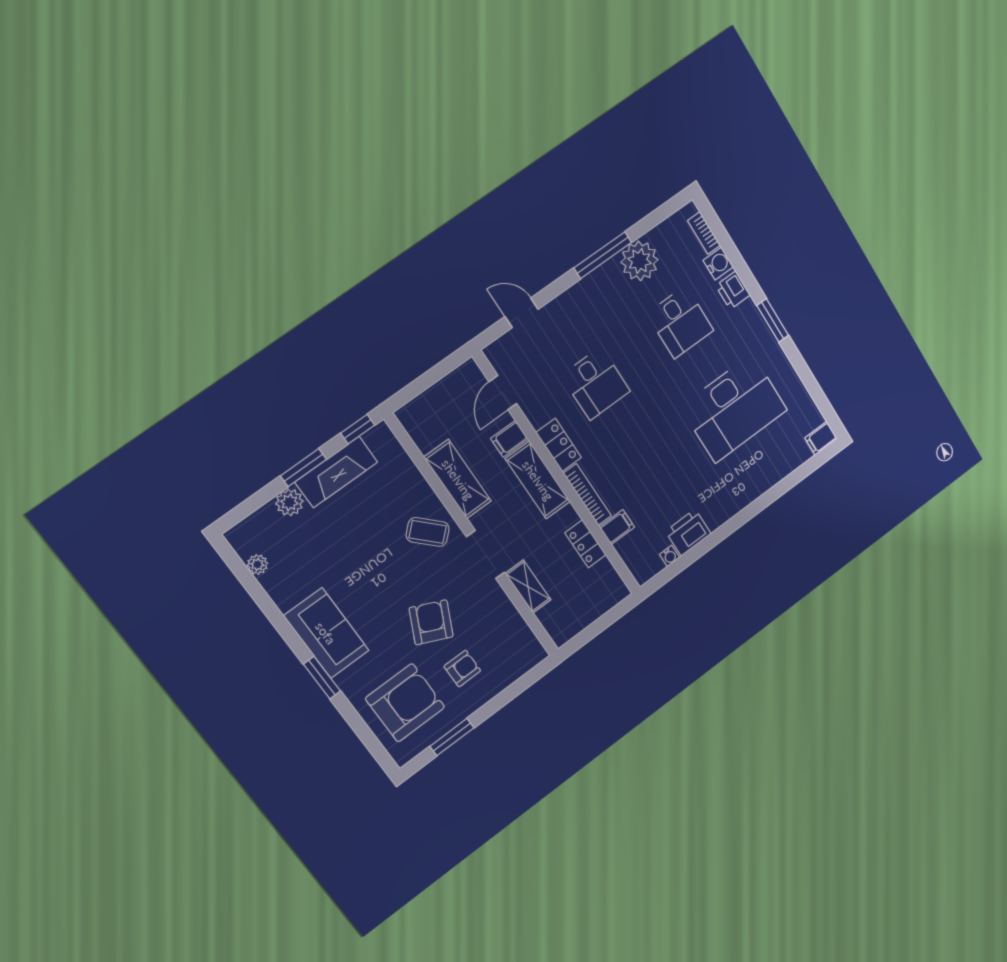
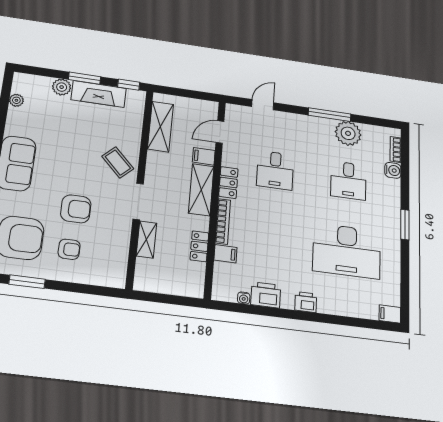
printer: (733, 290) -> (306, 302), moved, turned 90
door: (522, 313) -> (263, 105), hinge flipped
shelving: (458, 479) -> (160, 127), moved
armchair: (431, 622) -> (76, 209), turned 65

